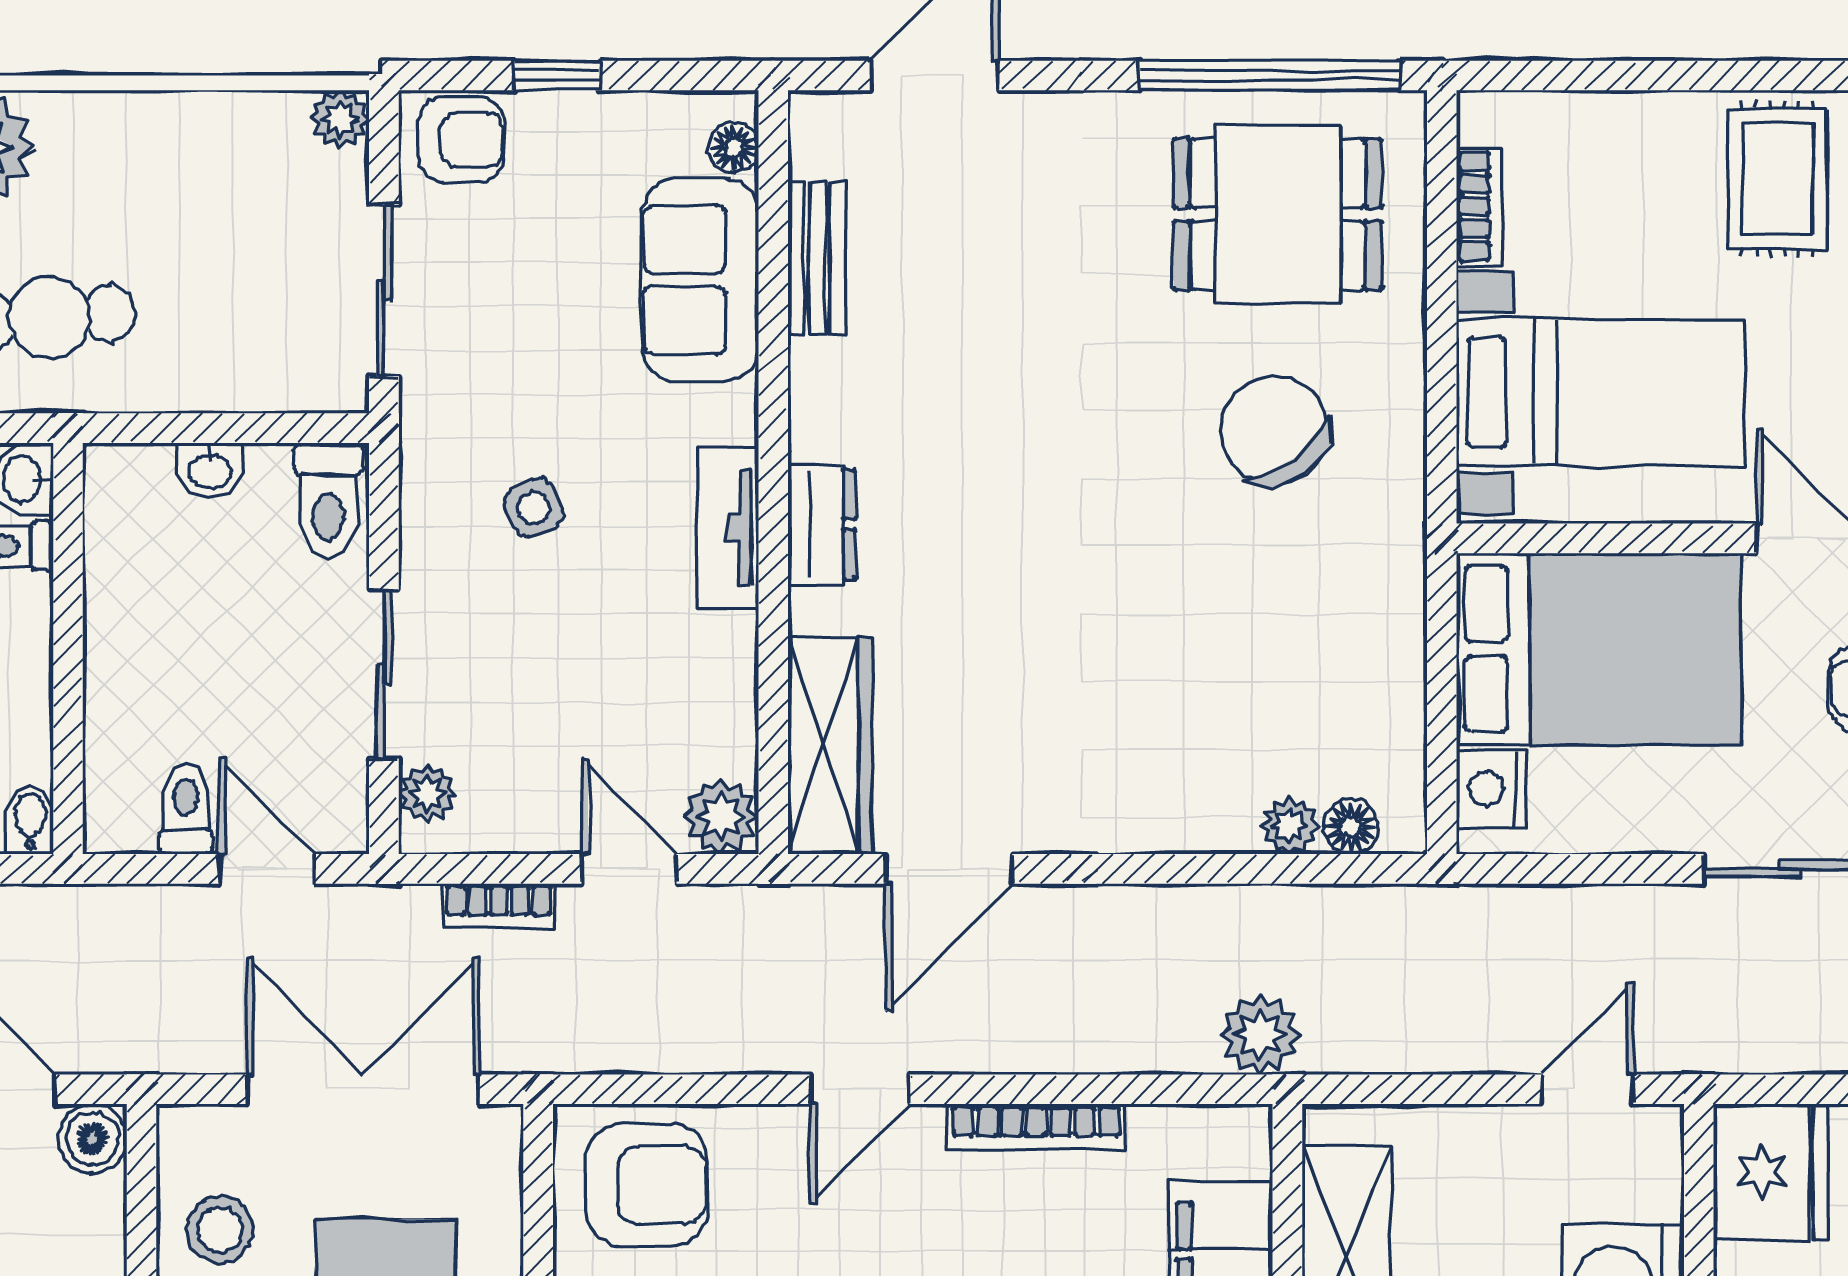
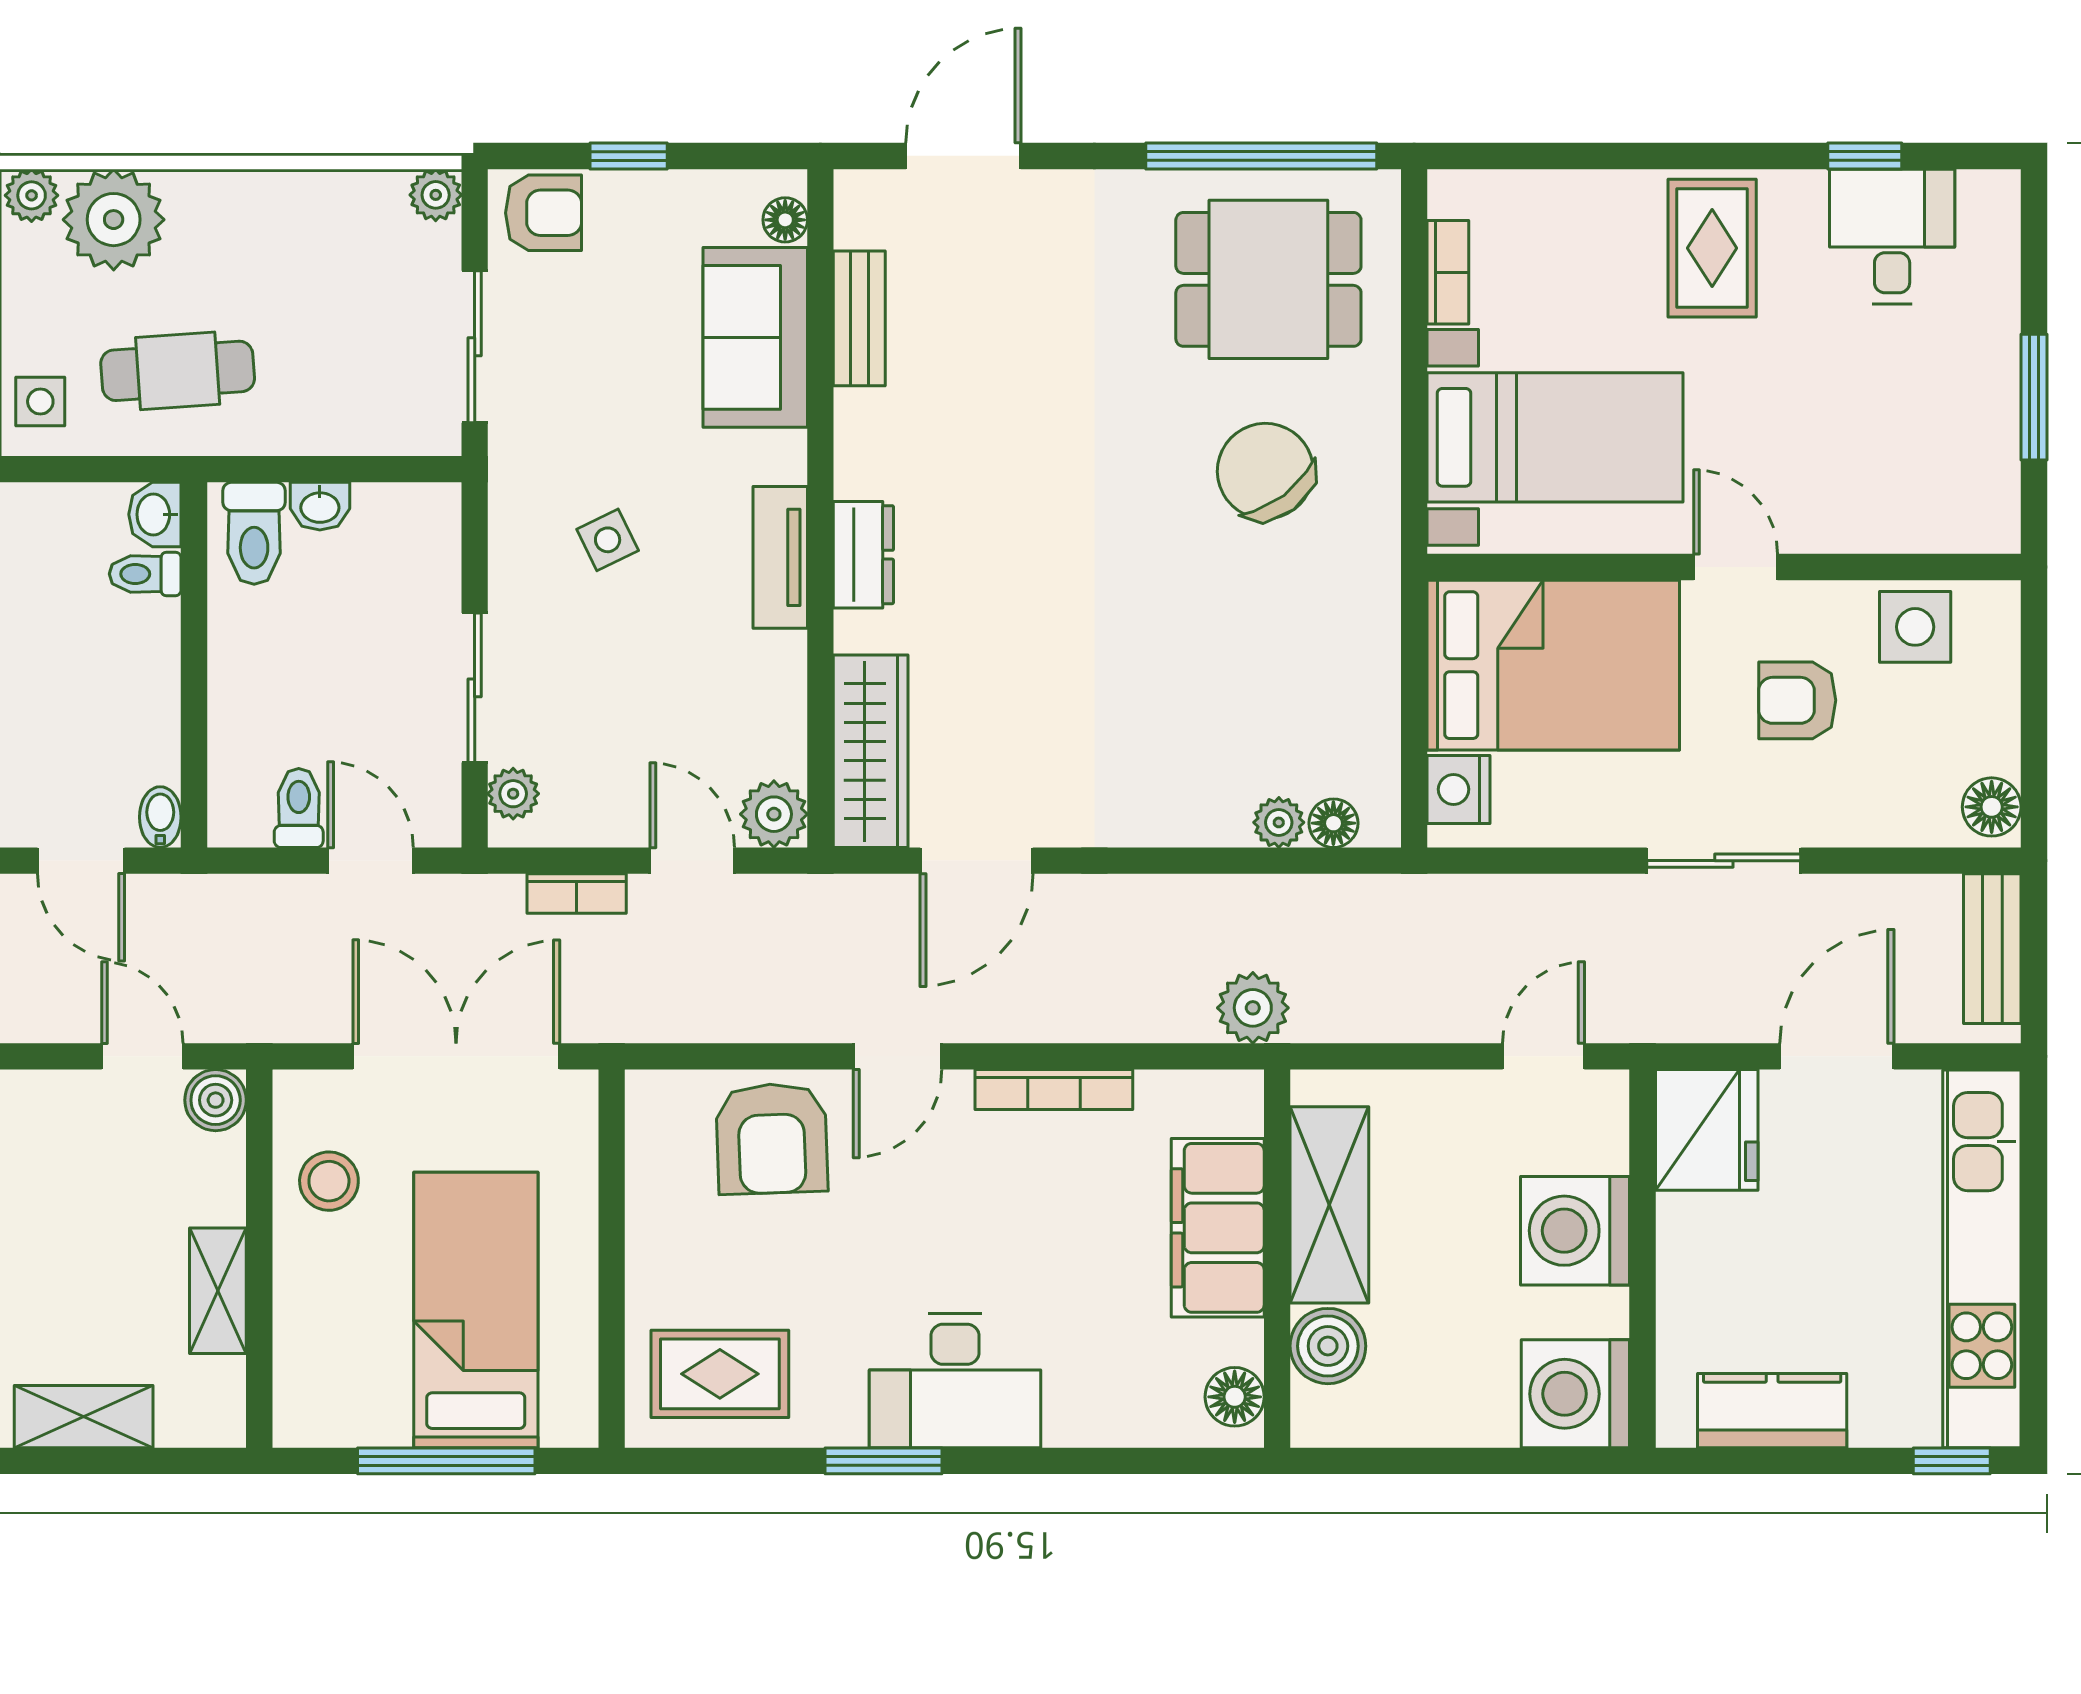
toilet: (329, 500) -> (254, 533), moved
armchair: (647, 1185) -> (772, 1139), moved, turned 88

